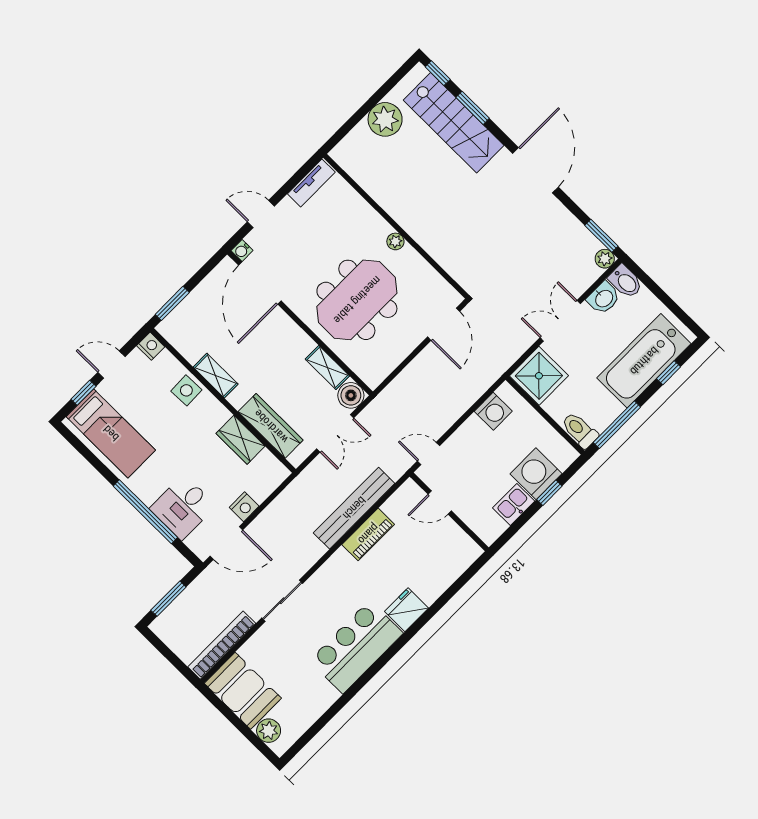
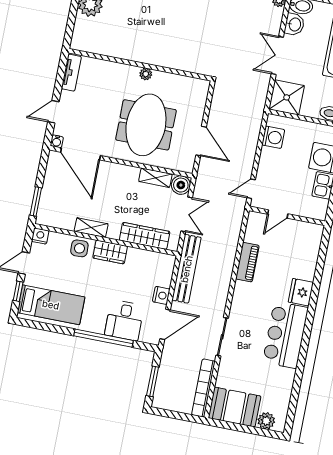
door: (444, 324) -> (201, 141), moved
wardrobe: (241, 440) -> (110, 252), moved
bench: (354, 508) -> (187, 269), moved

